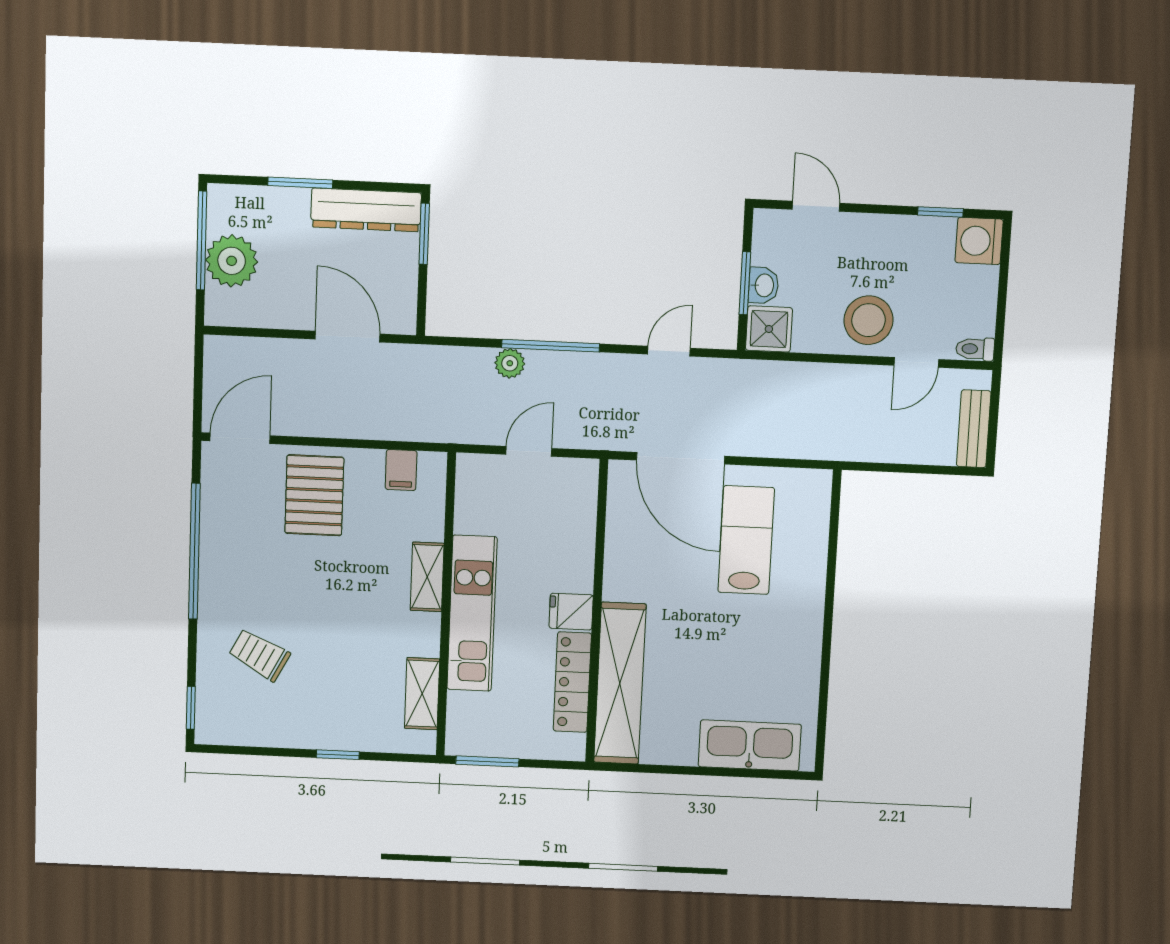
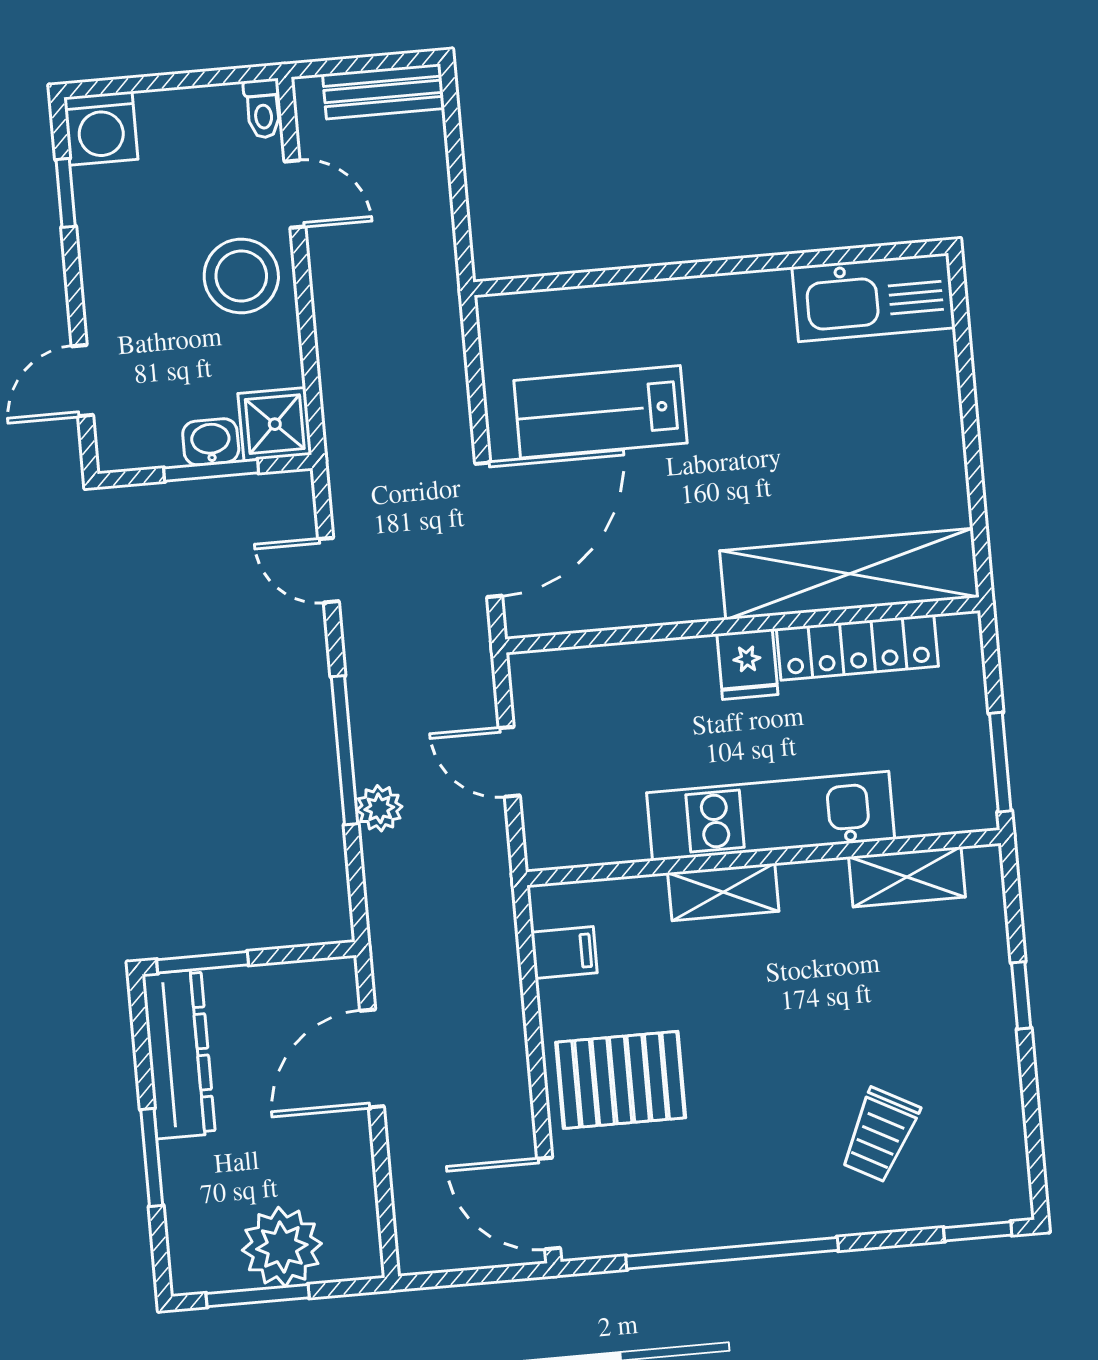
window: (201, 240) -> (258, 1296), width x0.69
kitchen sink: (750, 746) -> (873, 297), moved, turned -90

